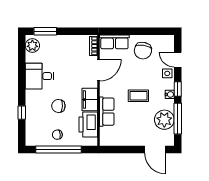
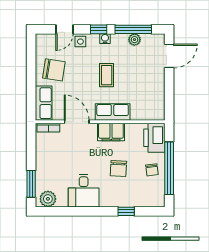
row of seats: (107, 112) -> (113, 112), moved
plant: (164, 120) -> (134, 40), width x0.53, depth x0.53
printer: (88, 125) -> (154, 138), moved, turned 90

